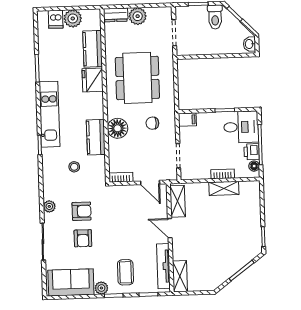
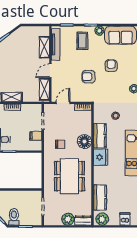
plant: (73, 18) -> (102, 219), moved
fridge: (93, 80) -> (101, 157), moved
filing cabinet: (187, 120) -> (36, 136), moved
door: (150, 183) -> (63, 103), hinge flipped
armchair: (82, 211) -> (89, 77), moved
door: (170, 228) -> (50, 71), swing flipped
shelving: (180, 276) -> (44, 47), moved

